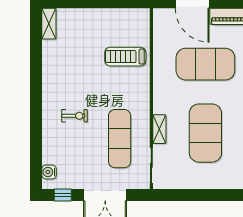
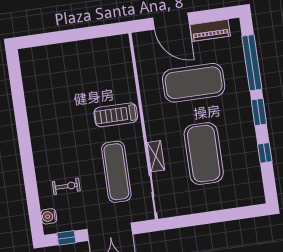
shelving: (49, 24) -> (27, 64), removed
treadmill: (125, 57) -> (116, 115), moved
exercise bike: (75, 116) -> (66, 186), moved

